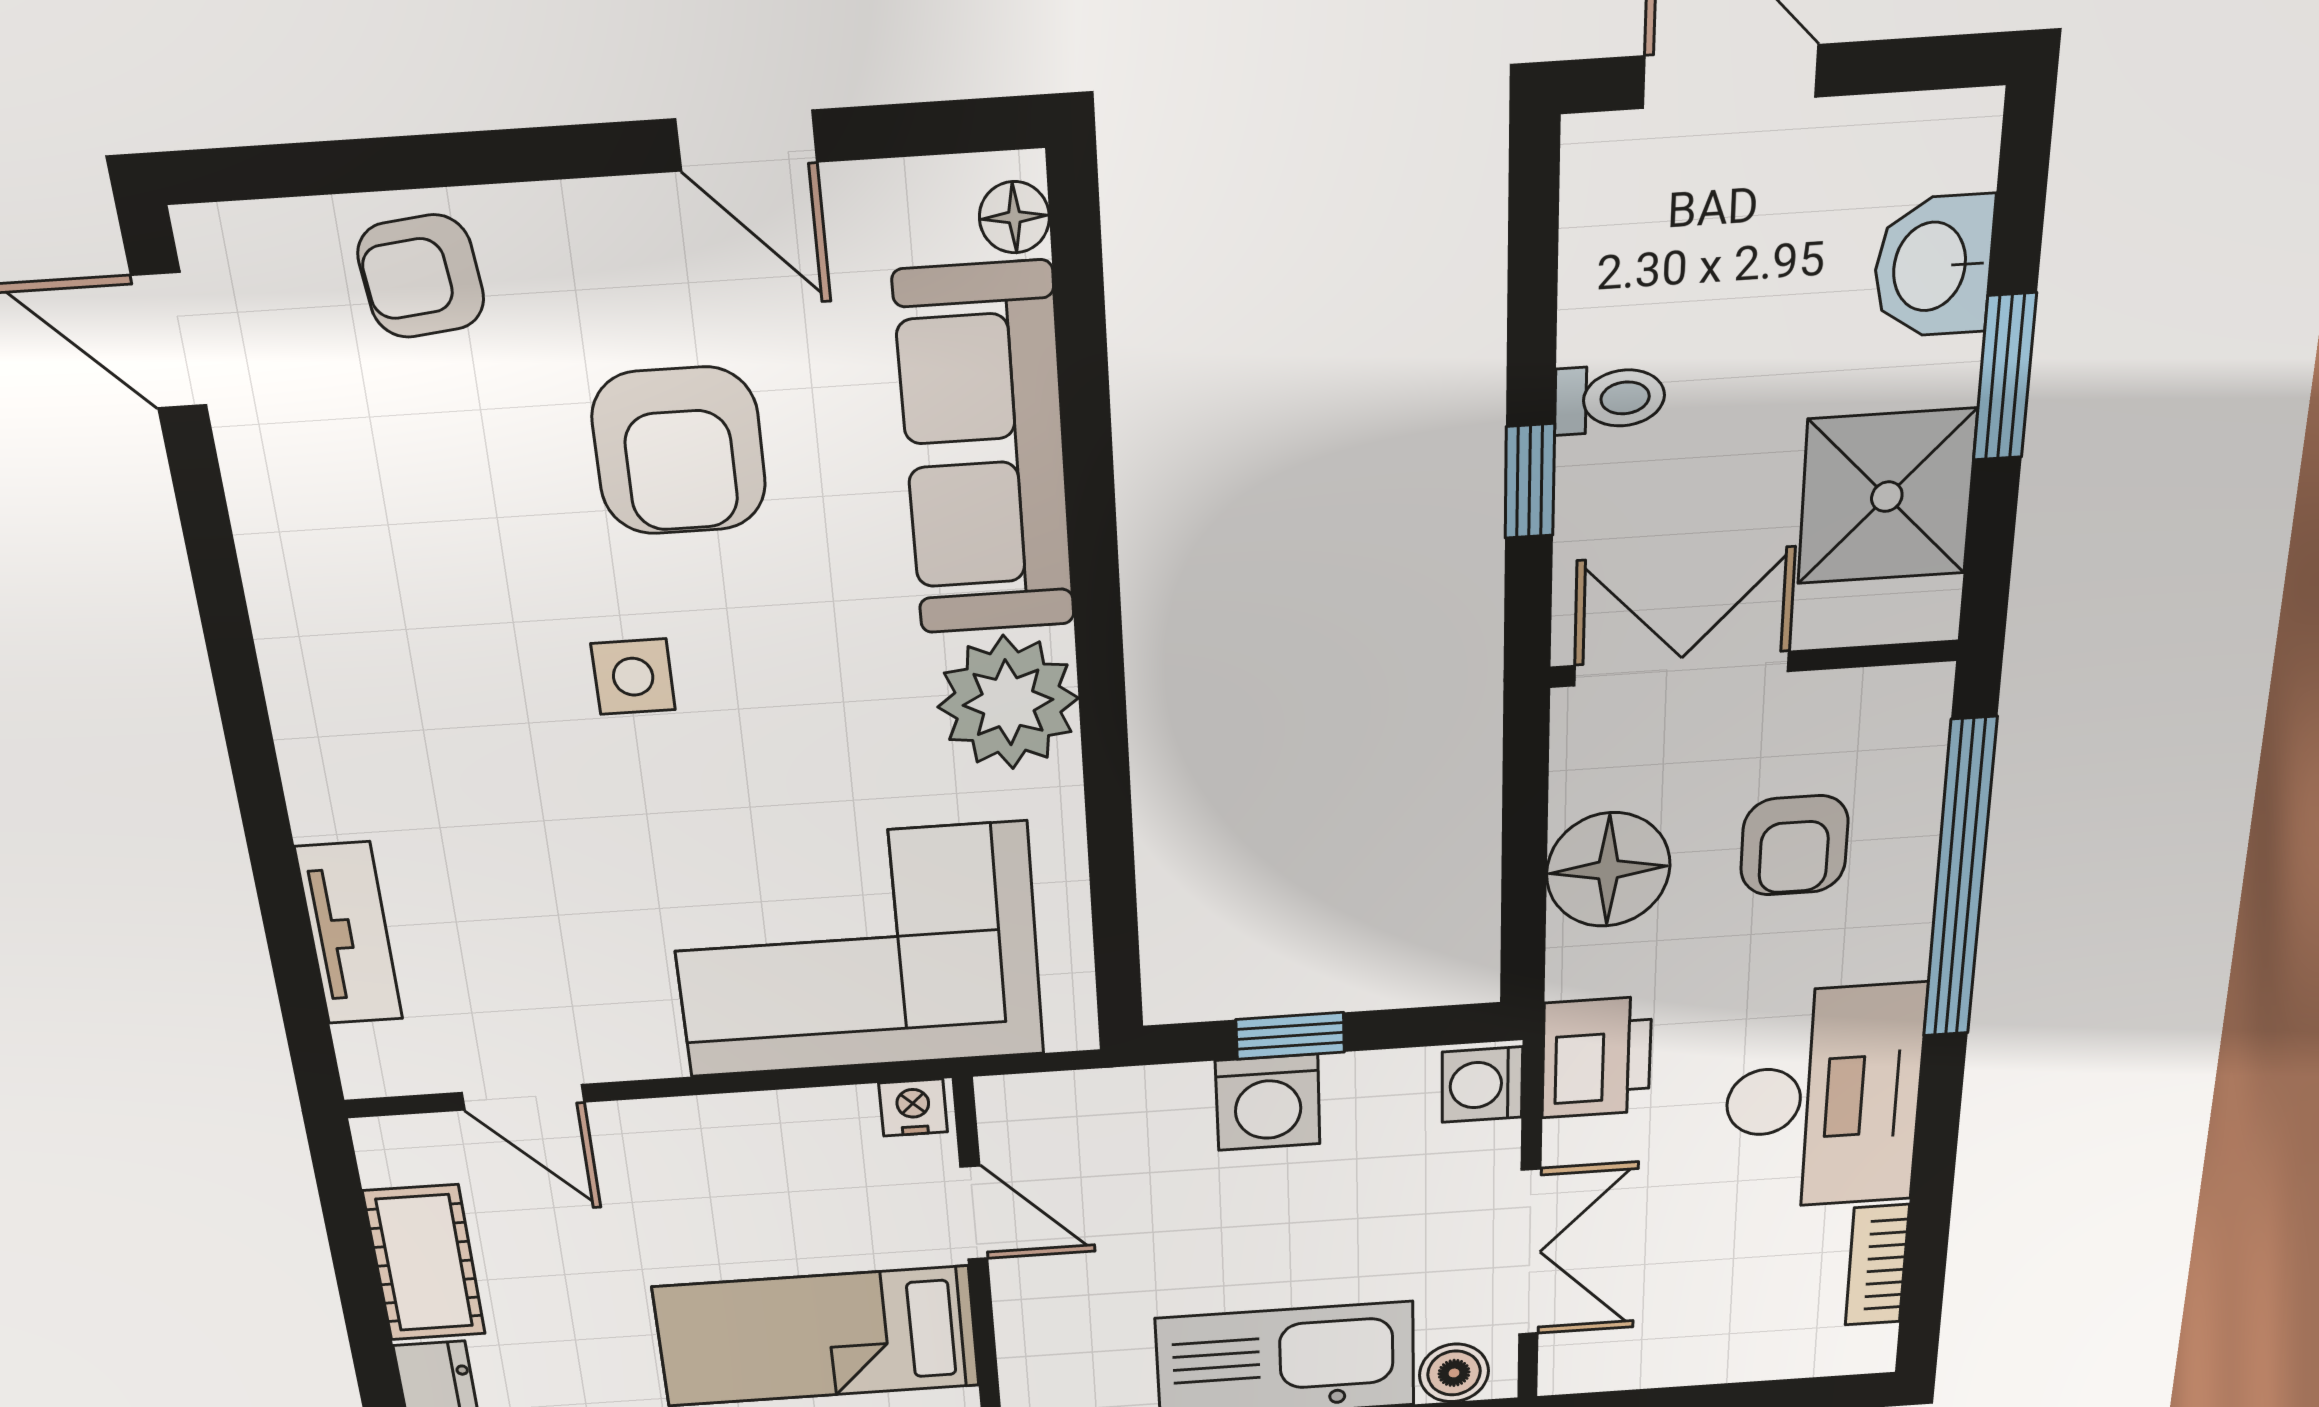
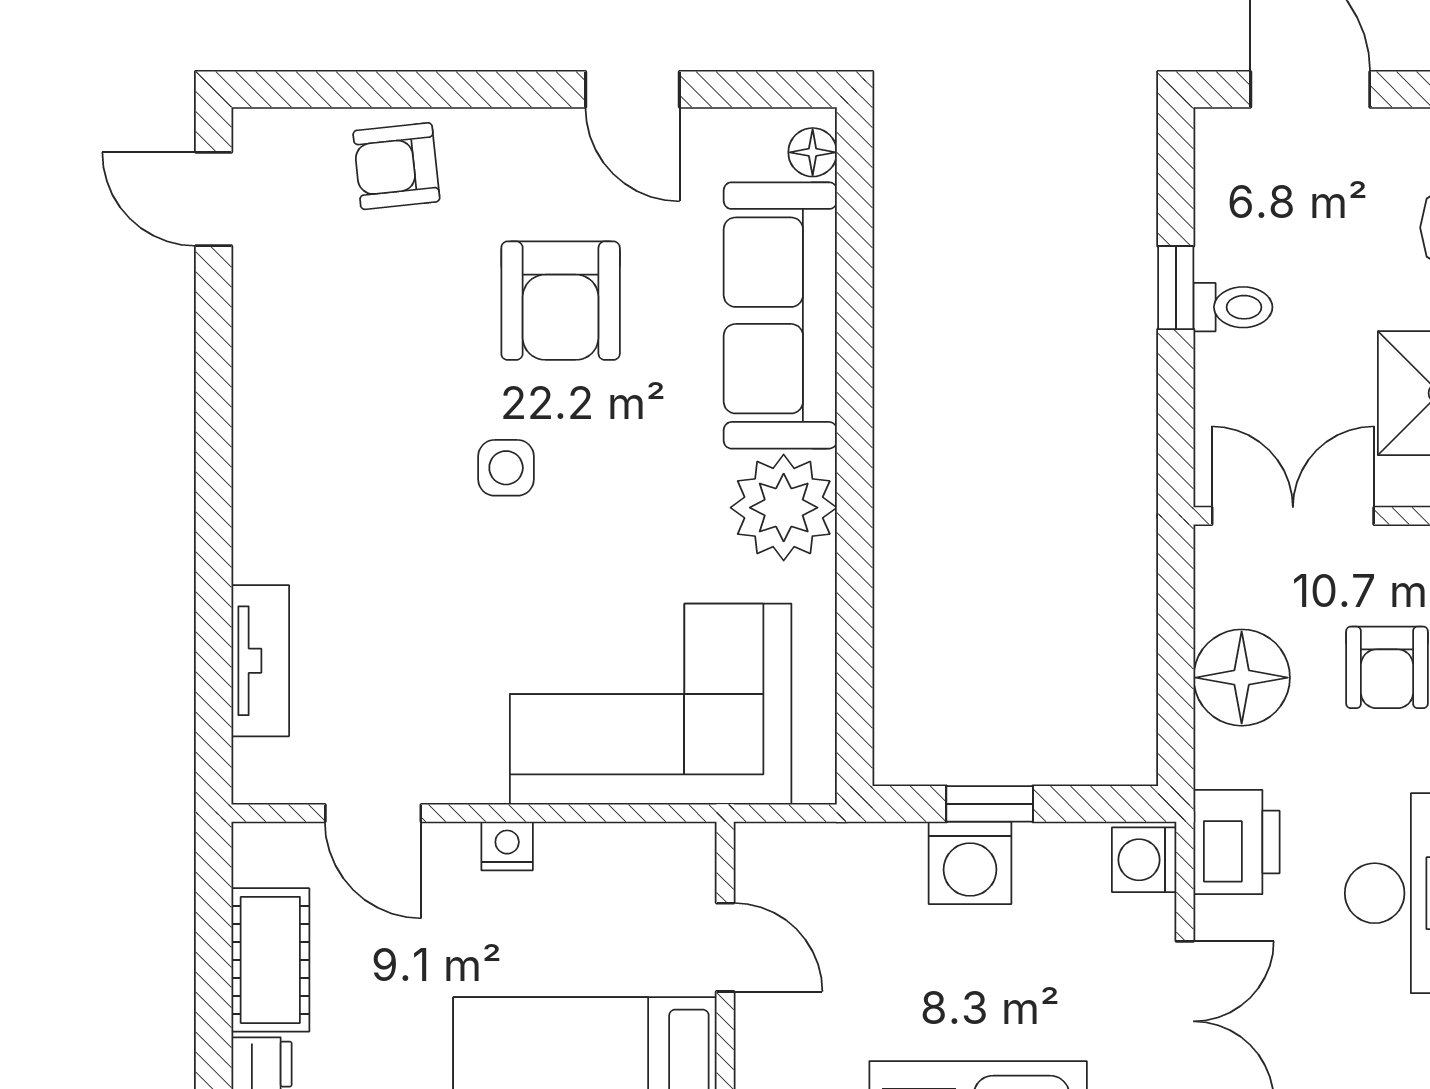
window: (1530, 481) -> (1176, 288), moved
nightstand: (913, 1108) -> (507, 846), moved

